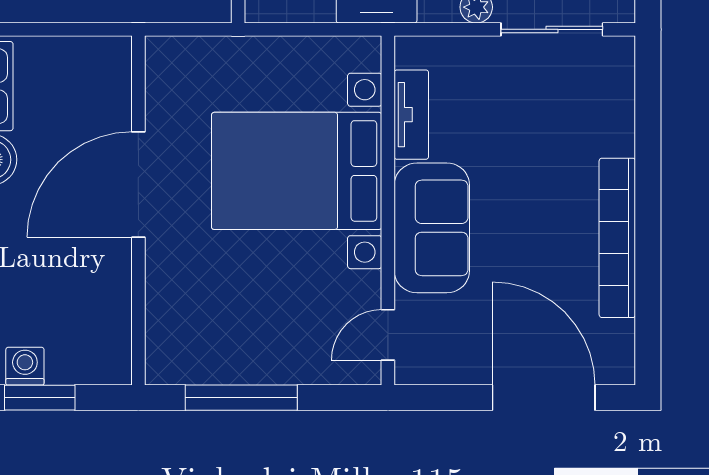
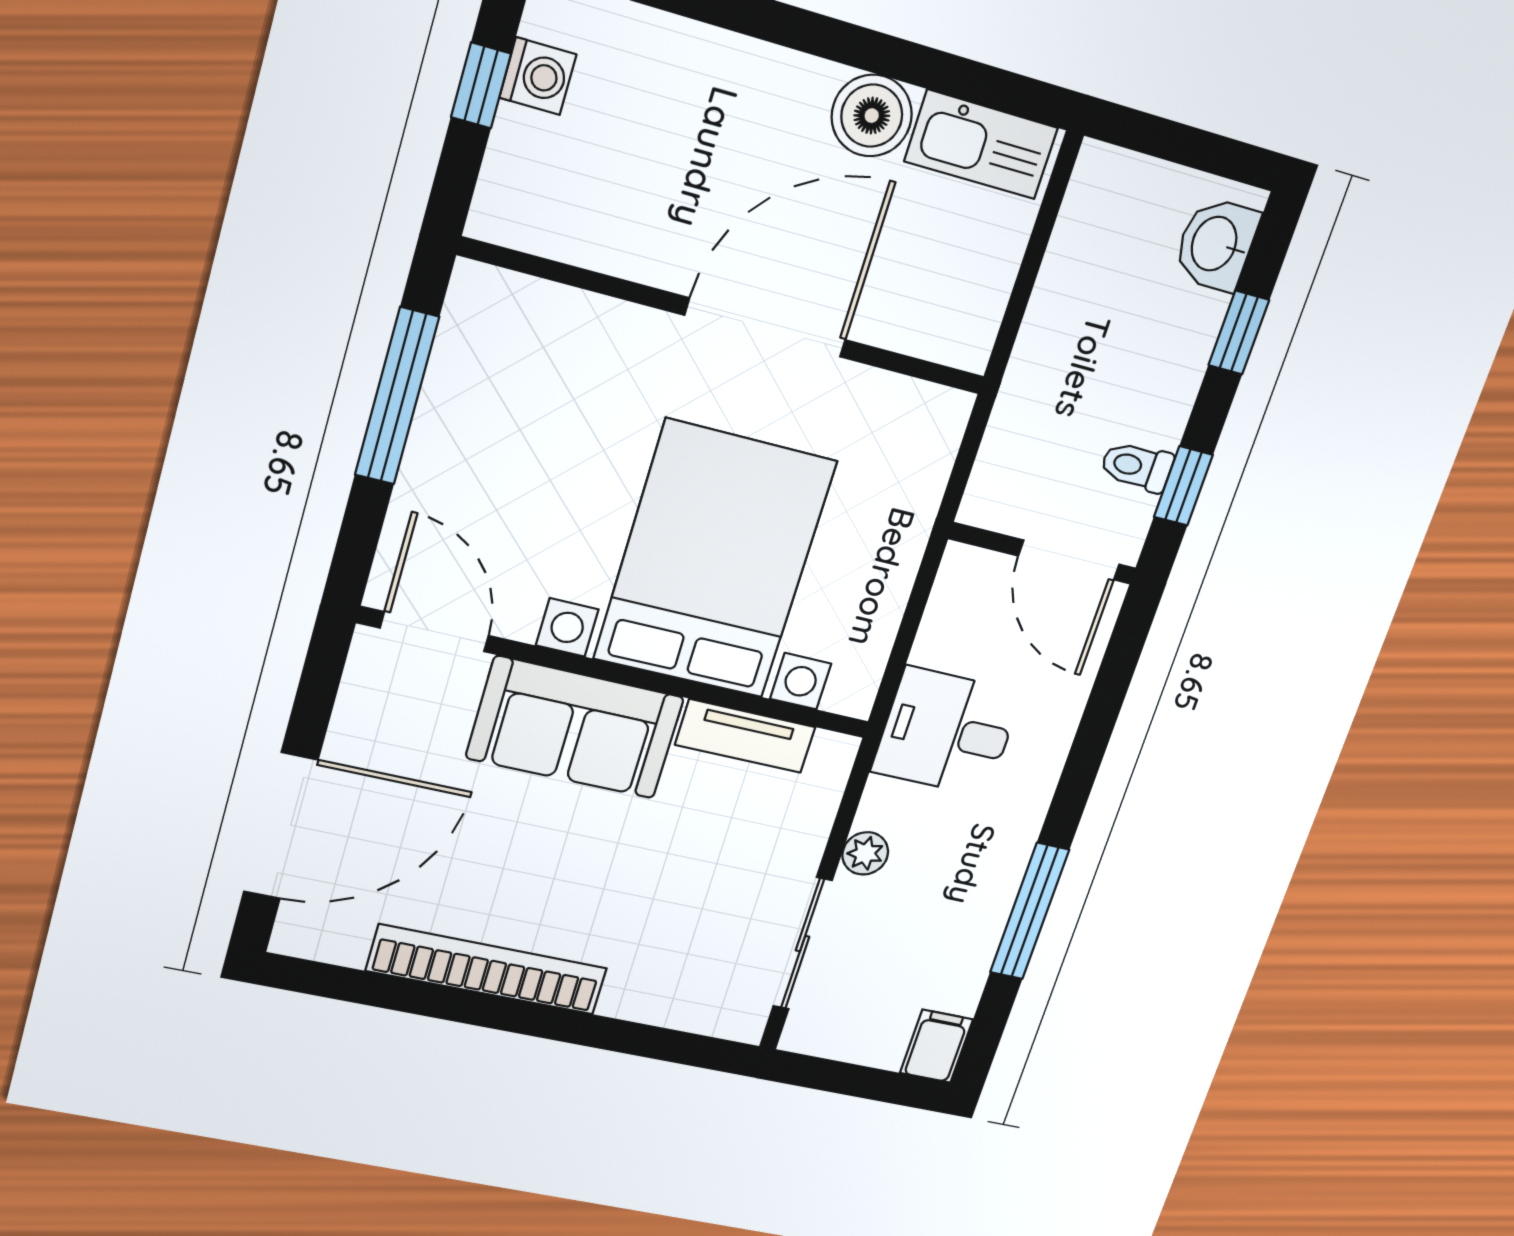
door: (138, 185) -> (765, 328), hinge flipped
door: (388, 335) -> (434, 632), width x1.37
window: (40, 398) -> (481, 85), width x0.67

